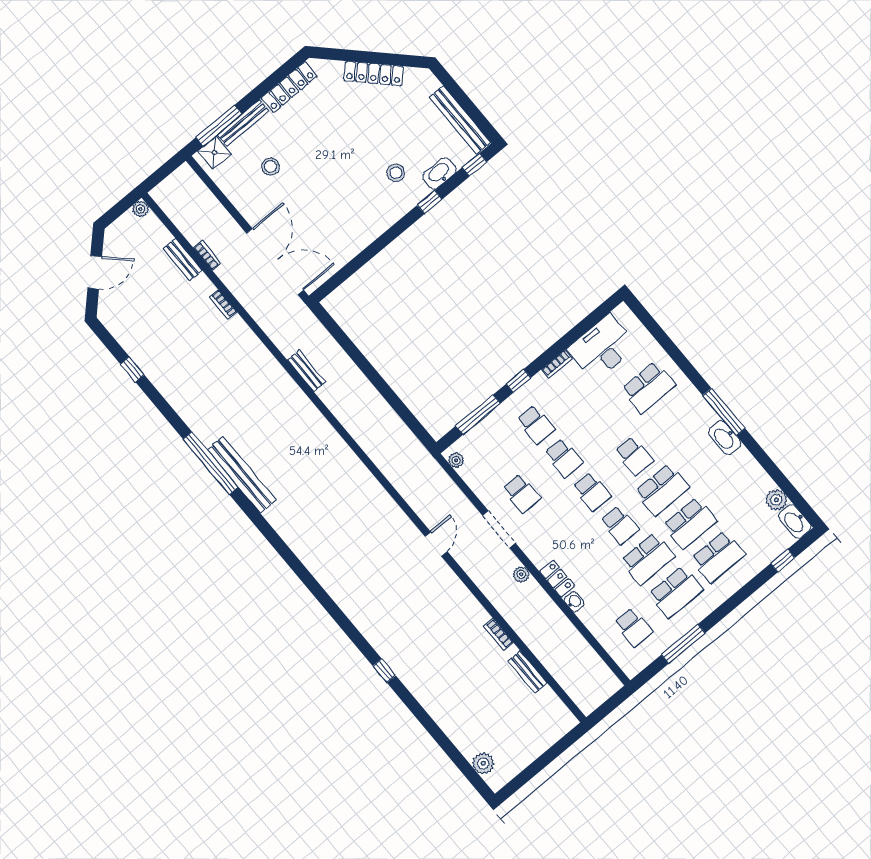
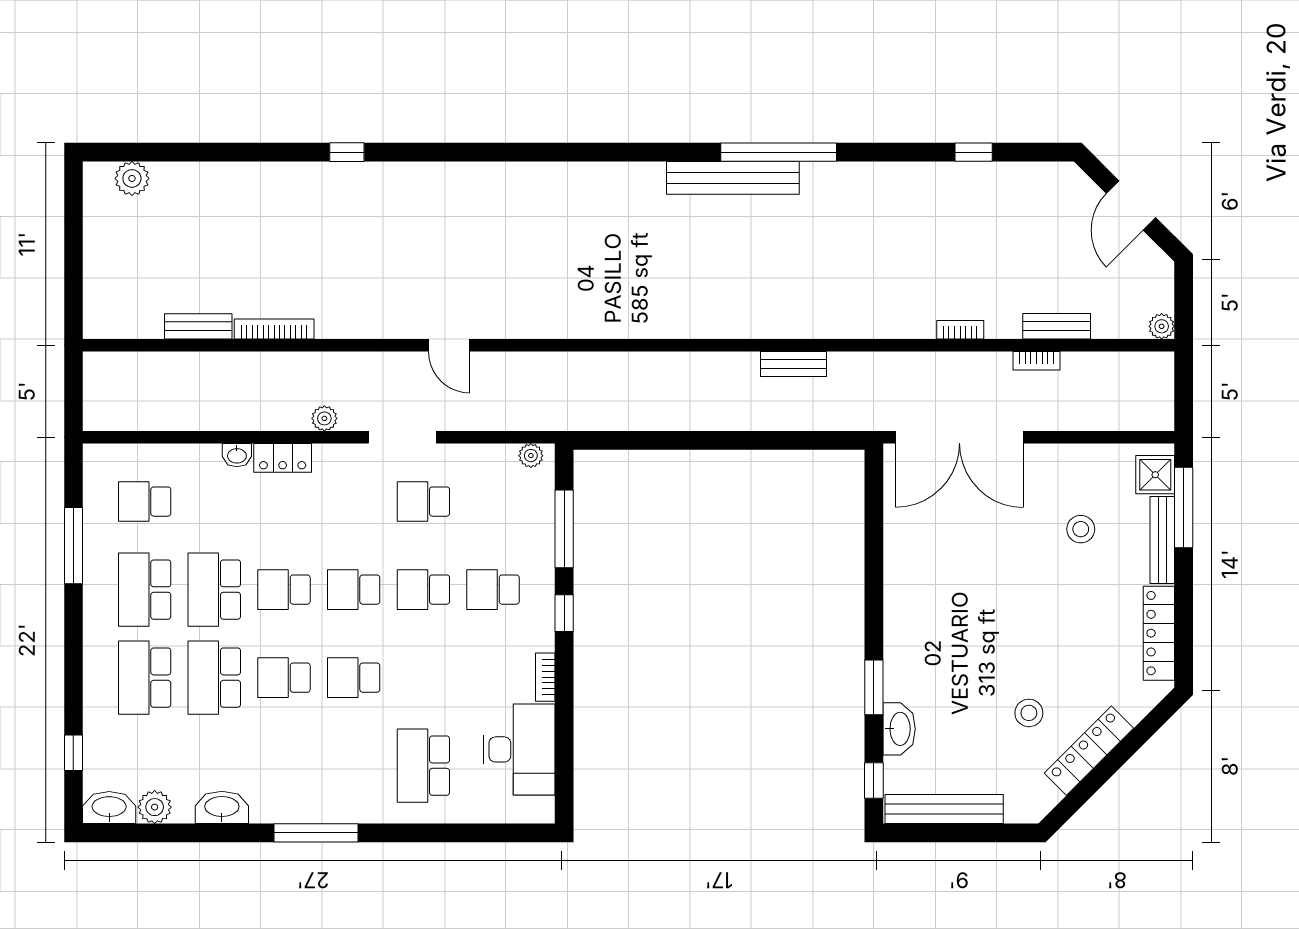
stool: (396, 173) -> (1029, 713), moved
window: (430, 202) -> (874, 687), width x1.50
washbasin: (725, 438) -> (222, 807), moved
school desk: (662, 490) -> (284, 678), width x0.54
bookcase: (499, 635) -> (274, 329), width x1.56

